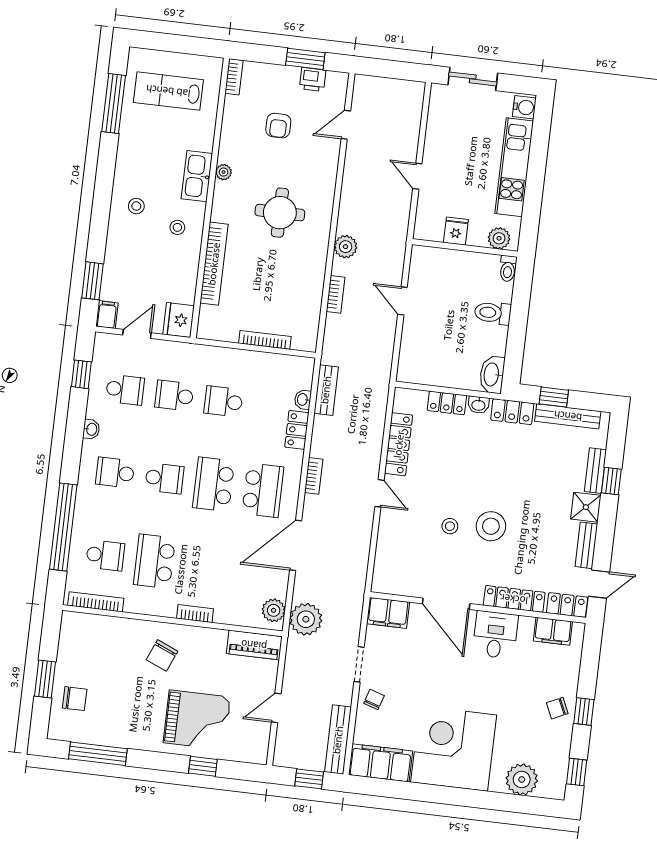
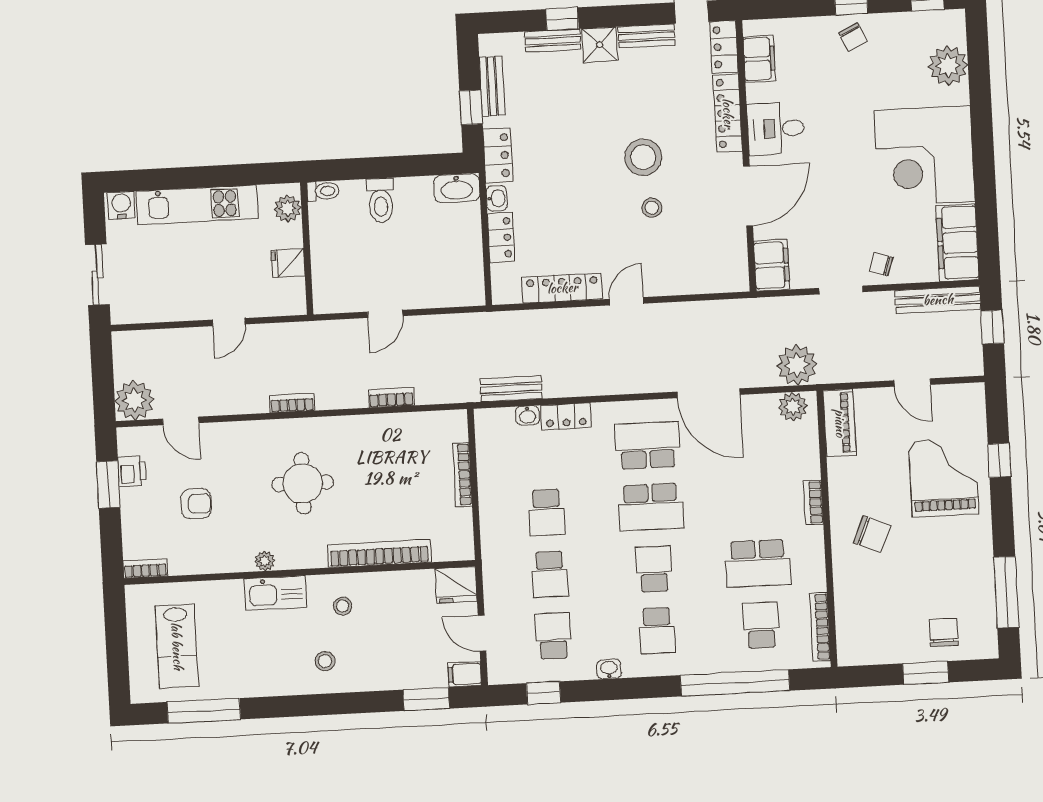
plant: (346, 247) -> (134, 400), moved, width x1.36, depth x1.36
bench: (568, 416) -> (492, 86), width x0.73
bookcase: (314, 476) -> (292, 403), moved

